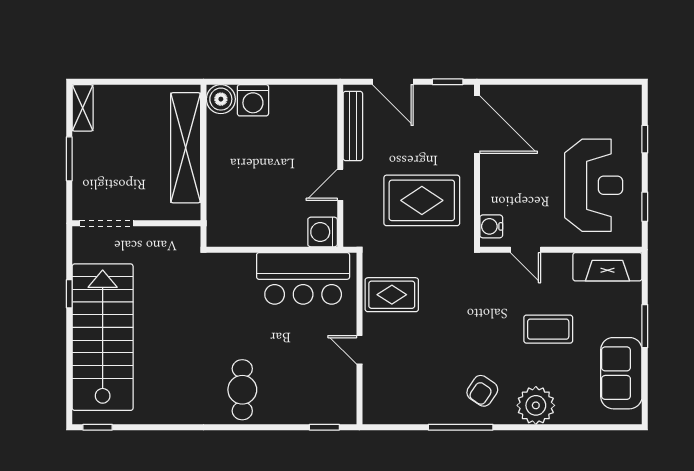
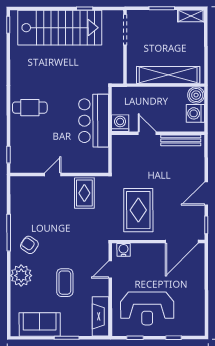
bench: (353, 126) -> (181, 140), moved
wall: (340, 166) -> (158, 133), moved
door: (340, 185) -> (147, 133), moved
washing machine: (323, 232) -> (120, 123), moved
bar counter: (303, 278) -> (94, 121), moved

